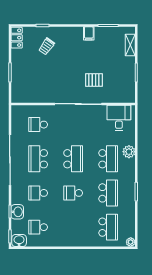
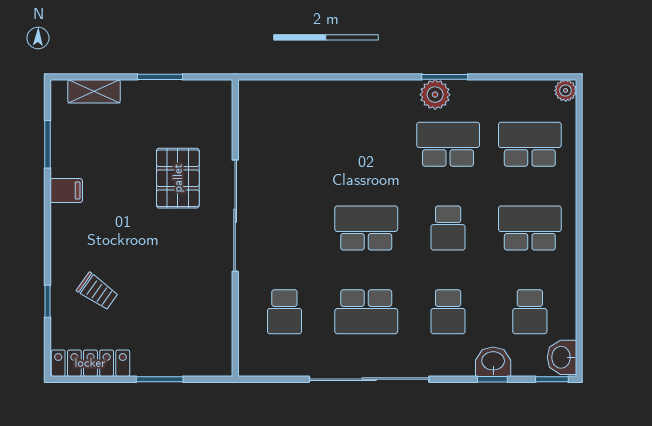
locker: (17, 38) -> (90, 363), width x1.53
pallet: (94, 80) -> (178, 178), width x1.50, depth x1.42
desk: (119, 118) -> (268, 118), removed
plant: (129, 152) -> (435, 95), moved
school desk: (108, 159) -> (530, 228), moved

